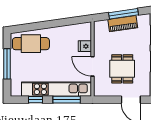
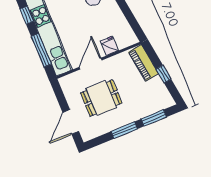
window: (124, 14) -> (164, 74), width x0.46
piano: (123, 24) -> (143, 63), moved

